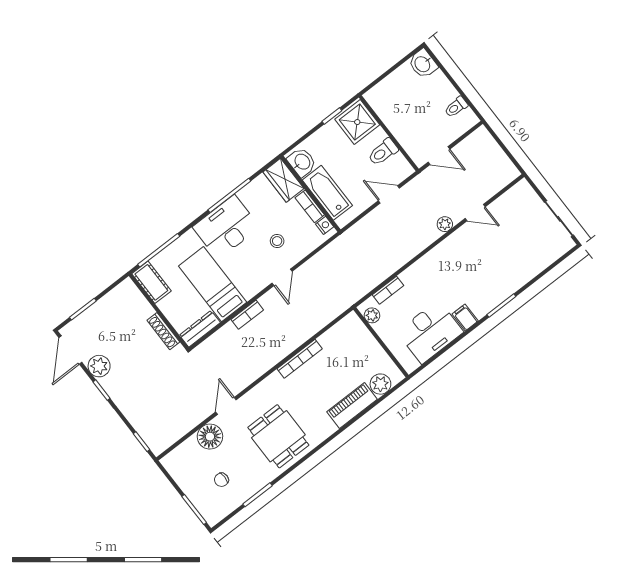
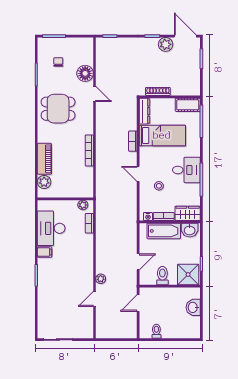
washbasin: (423, 64) -> (193, 307), moved, turned -90
desk: (226, 227) -> (186, 170), width x0.73

